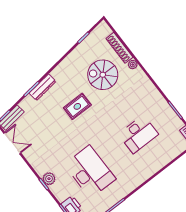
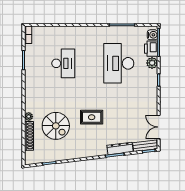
dresser: (43, 87) -> (120, 149), moved
desk: (138, 134) -> (63, 63), turned 90
plant: (49, 179) -> (152, 63), moved

